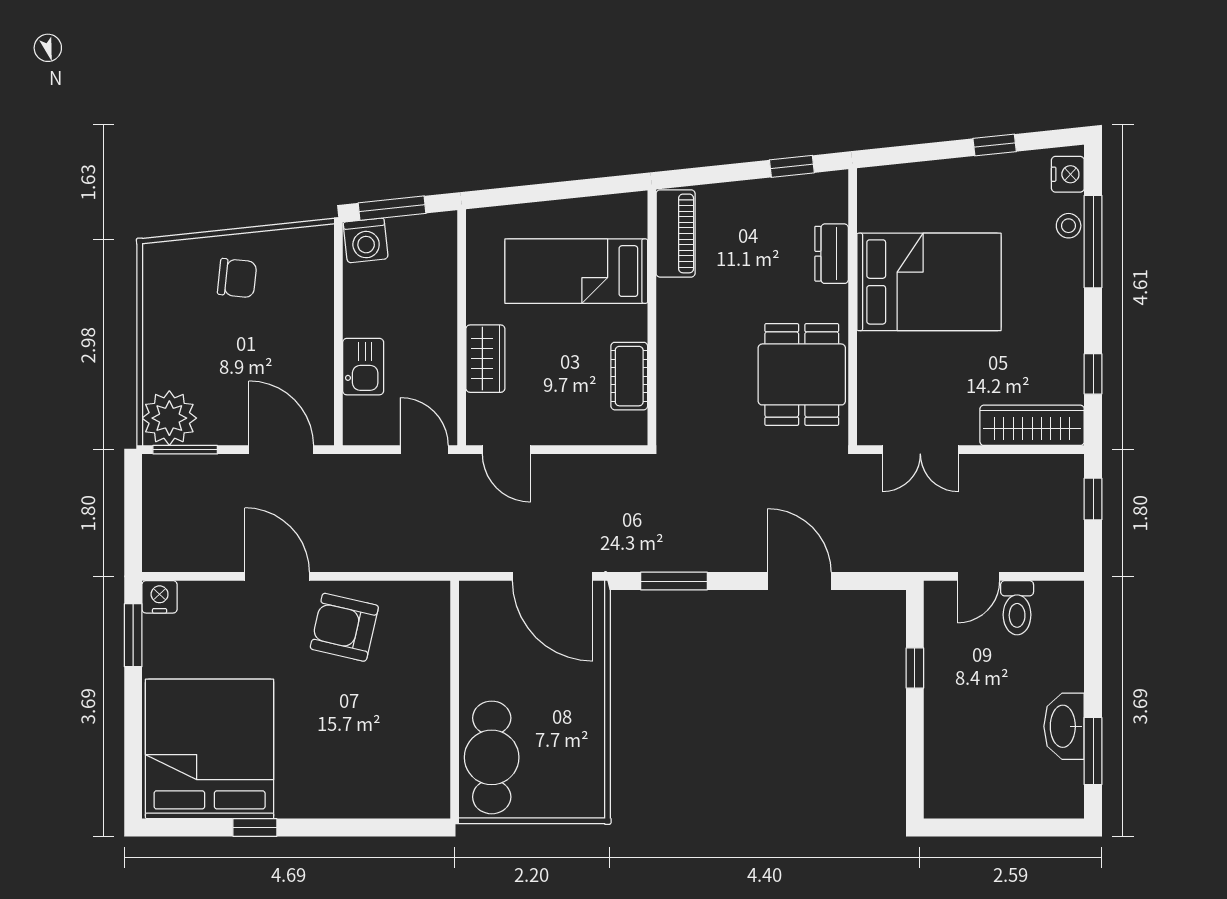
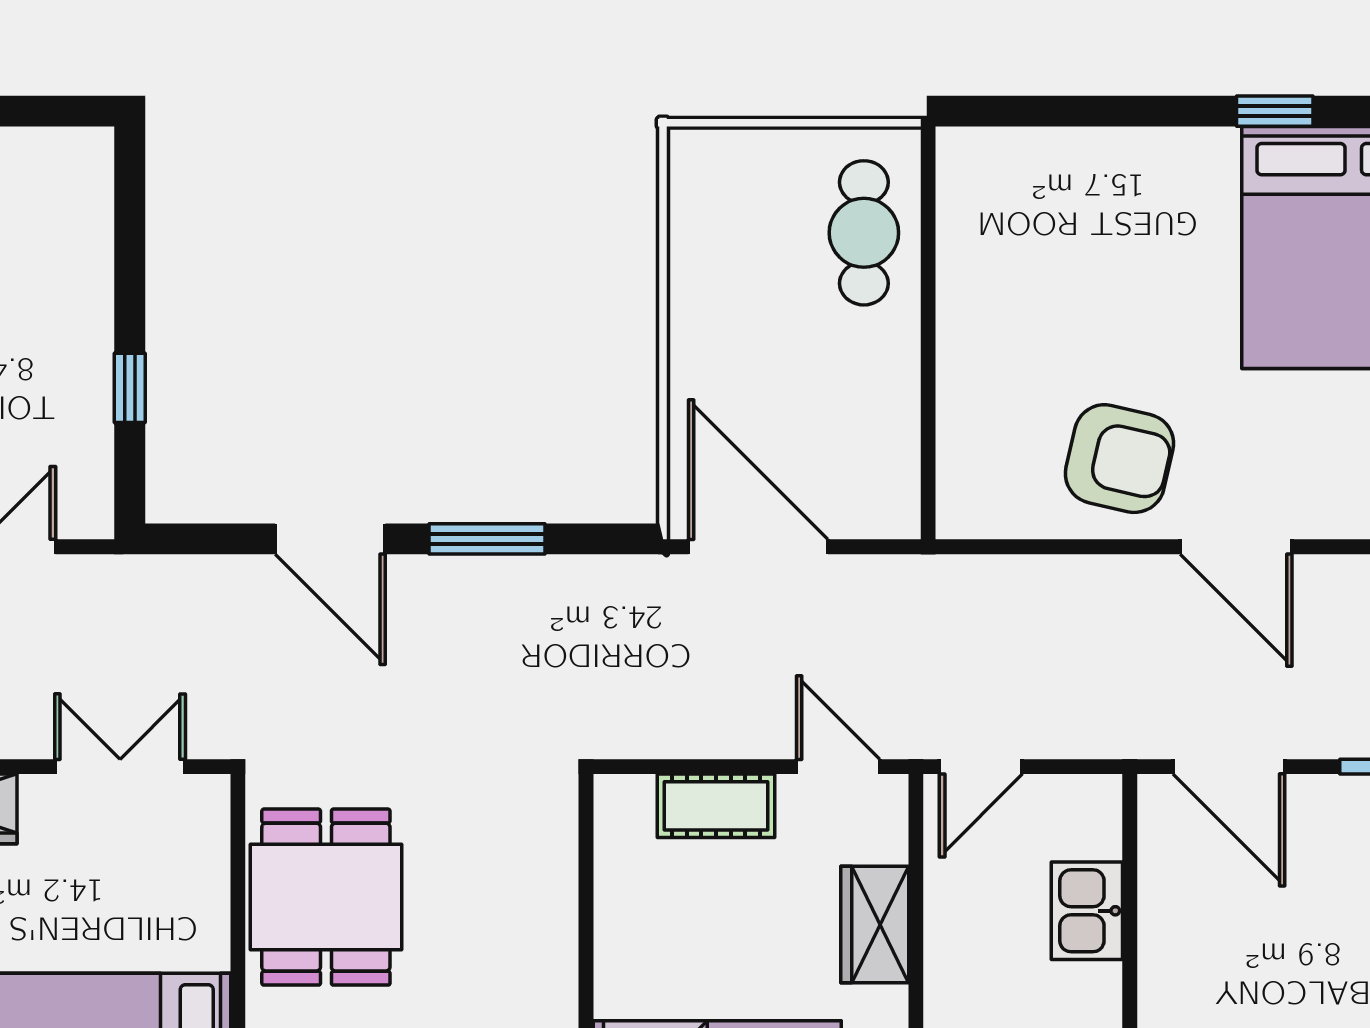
cot: (629, 376) -> (716, 806), moved, turned 90
door: (424, 450) -> (981, 767), hinge flipped
window: (674, 581) -> (487, 539), moved
cafe table: (492, 757) -> (864, 233), width x0.73, depth x0.74

